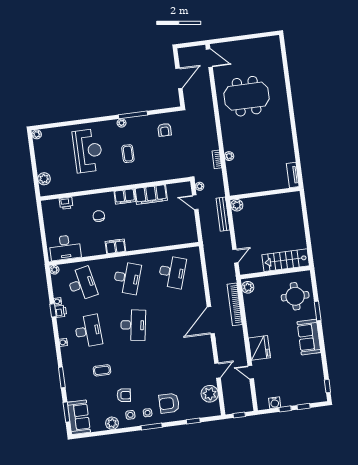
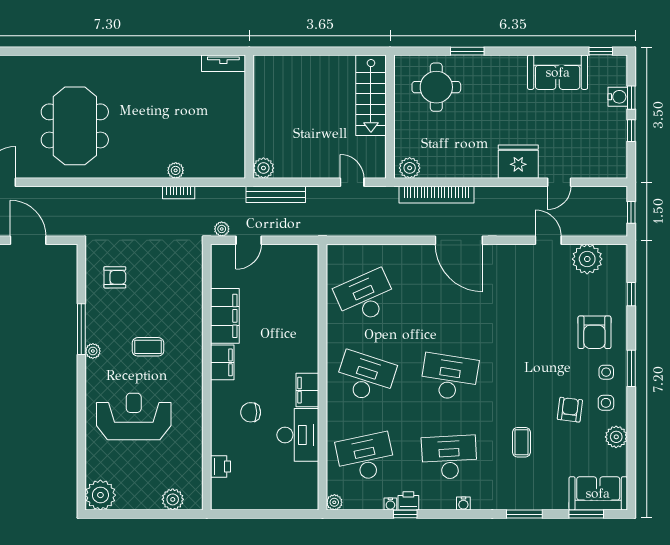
plant: (37, 134) -> (100, 495), width x1.87, depth x1.87
desk: (65, 247) -> (298, 435), moved
desk: (172, 272) -> (365, 297), turned -42
sofa: (309, 337) -> (558, 72), moved
water cooler: (275, 403) -> (618, 97), moved

